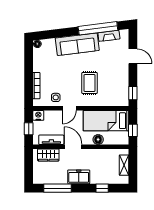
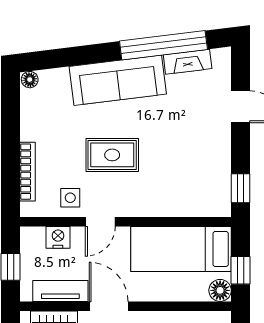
rug: (90, 83) -> (112, 155), moved, turned 90
nightstand: (38, 115) -> (58, 237), moved
floor lamp: (98, 139) -> (220, 290), moved

